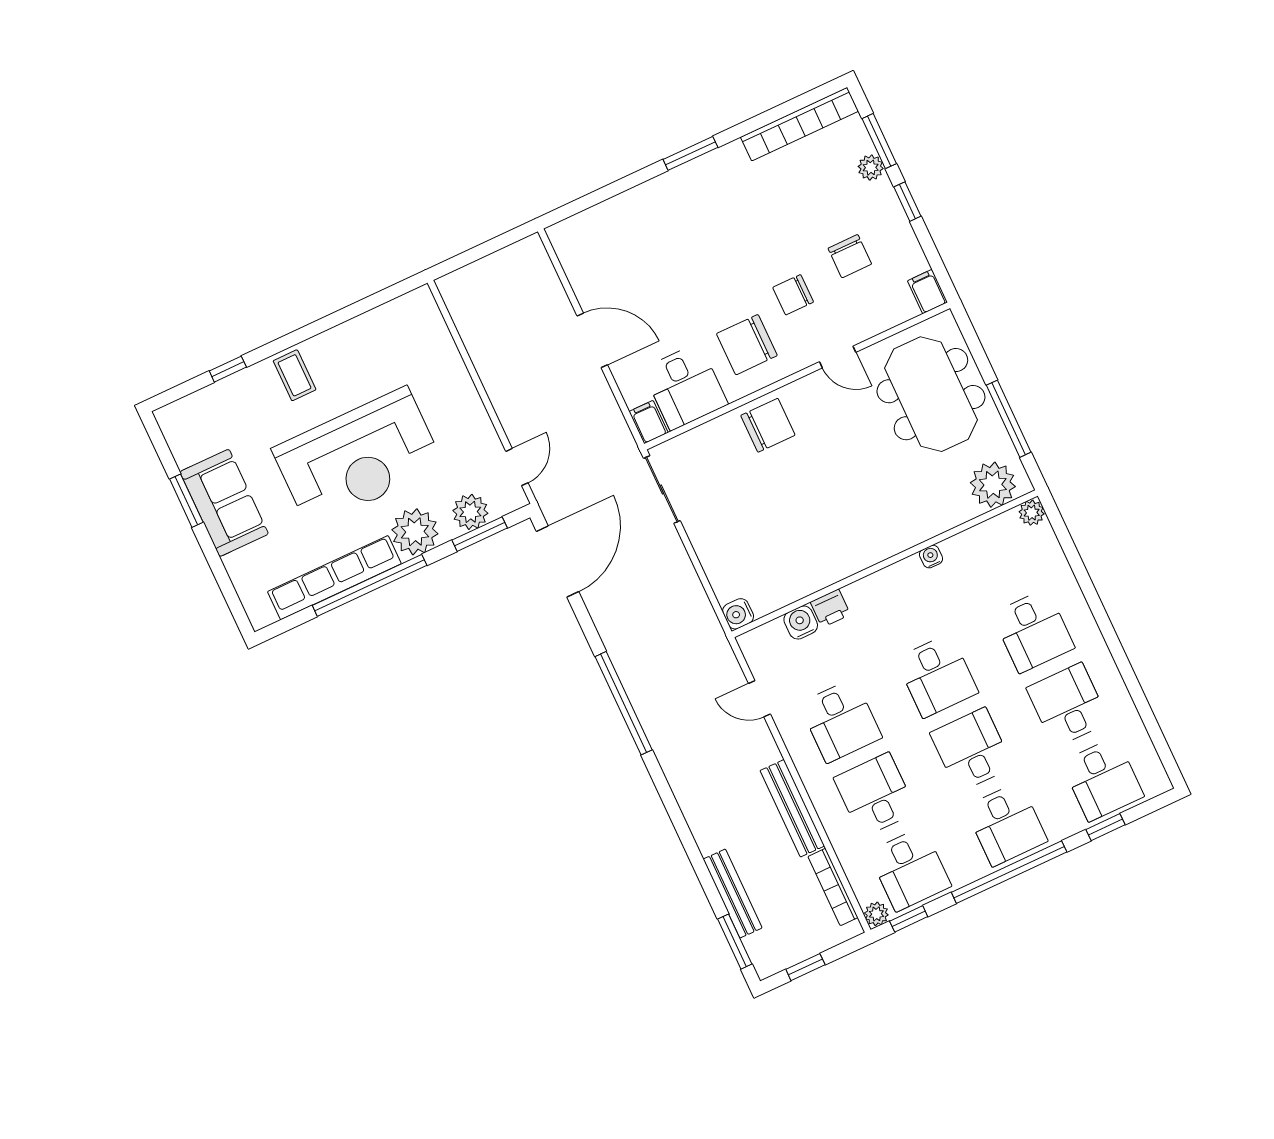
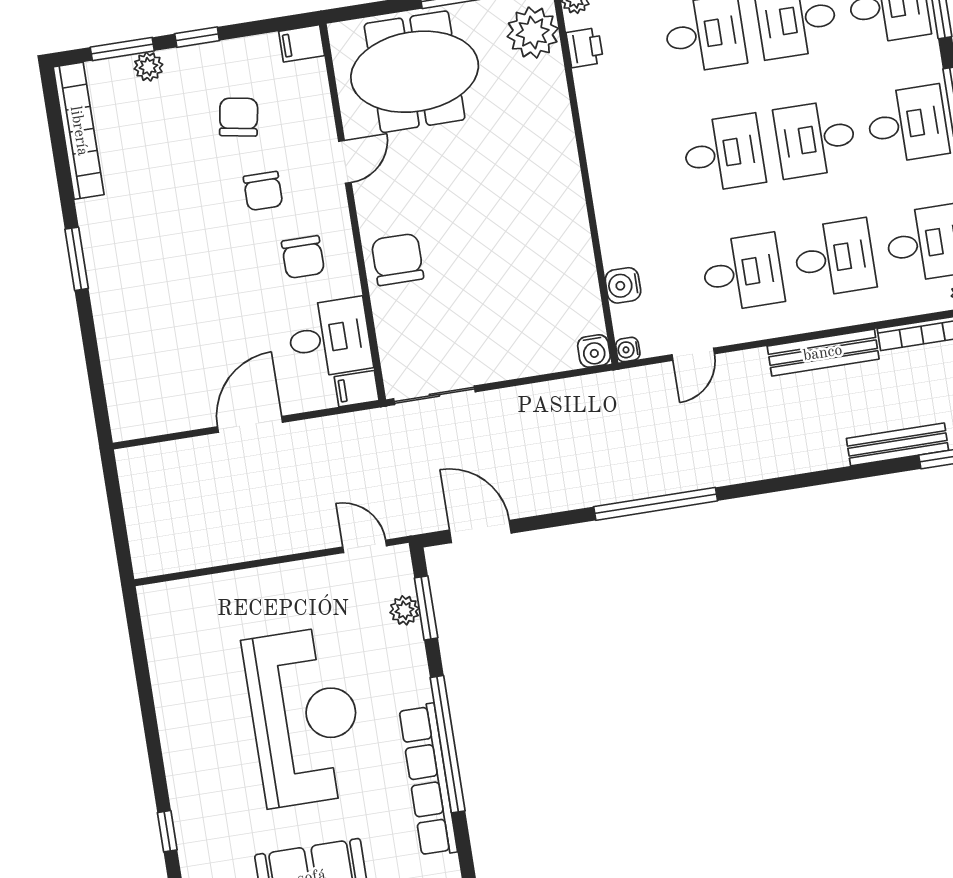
chair: (850, 256) -> (239, 117), turned -80
chair: (747, 345) -> (303, 257), width x0.73, depth x0.73
coffee table: (295, 375) -> (195, 760), removed
plant: (470, 512) -> (404, 610), width x0.73, depth x0.73
plant: (415, 532) -> (403, 678), removed
water cooler: (931, 557) -> (628, 350), moved
door: (558, 561) -> (480, 532), width x0.73
printer: (830, 608) -> (585, 48), moved
desk: (875, 795) -> (834, 258), turned 180

